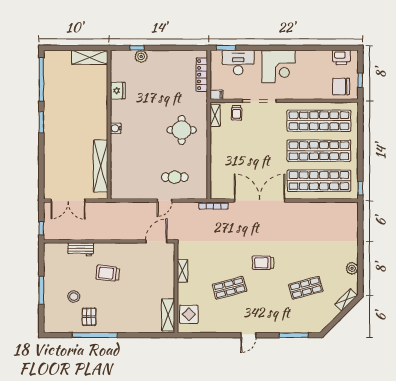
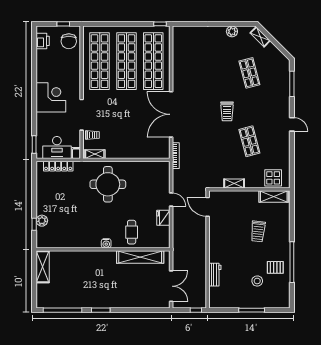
desk: (238, 63) -> (57, 148), moved, turned -90
fridge: (118, 91) -> (163, 218), moved, turned -90
round table: (182, 130) -> (108, 184), width x1.36, depth x1.36
cafe table: (175, 177) -> (132, 232), moved
trolley: (108, 273) -> (258, 231), moved

